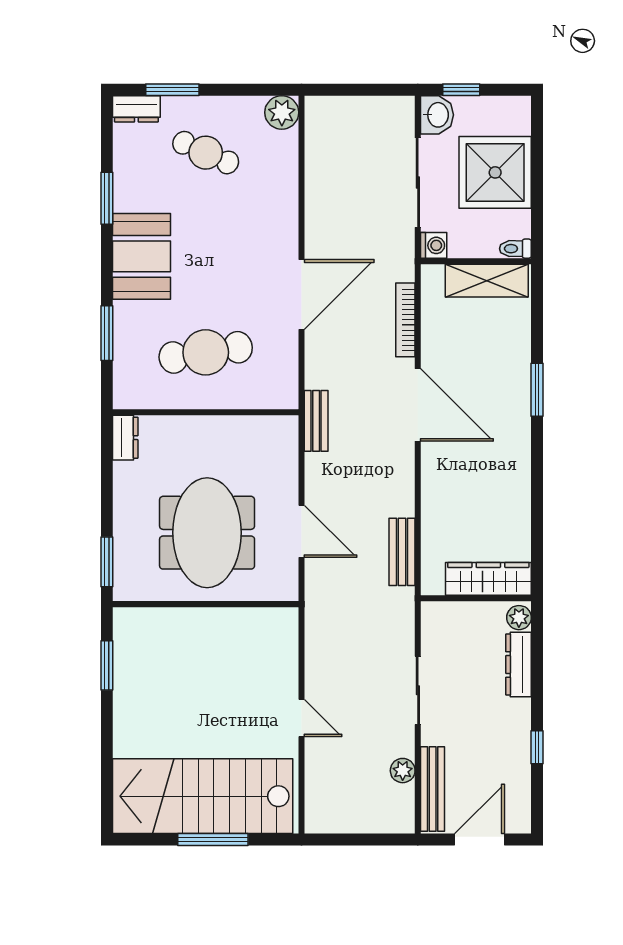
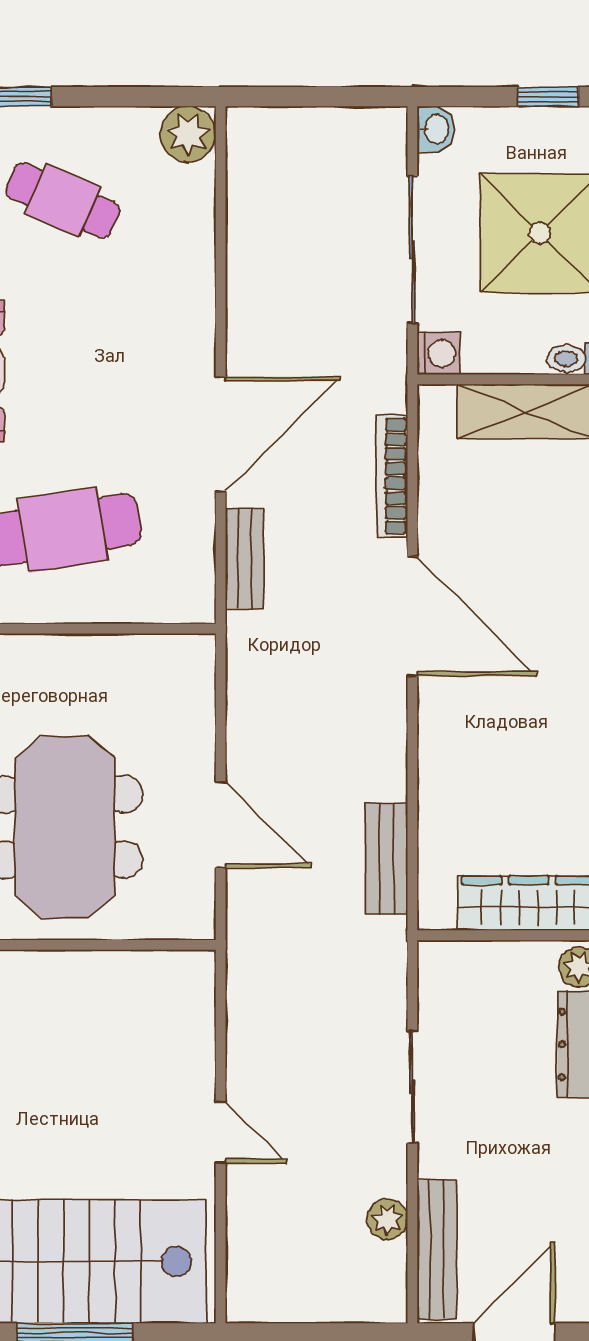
window: (461, 90) -> (548, 97), moved
washbasin: (437, 115) -> (436, 129), width x0.72, depth x0.69
bench: (316, 421) -> (245, 559), moved

